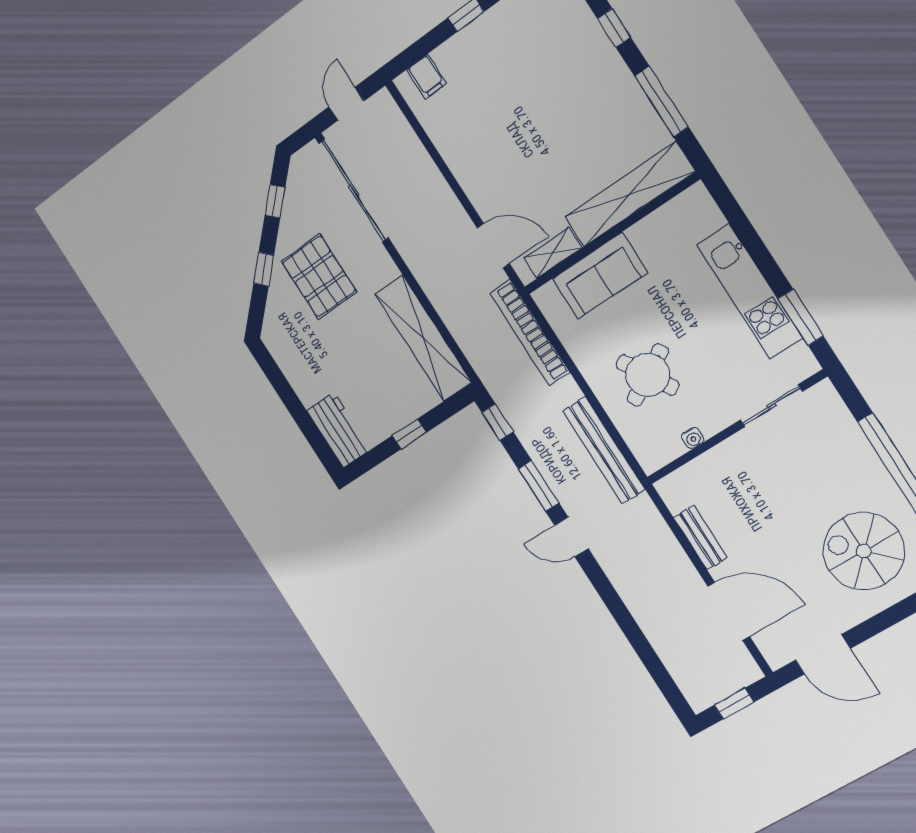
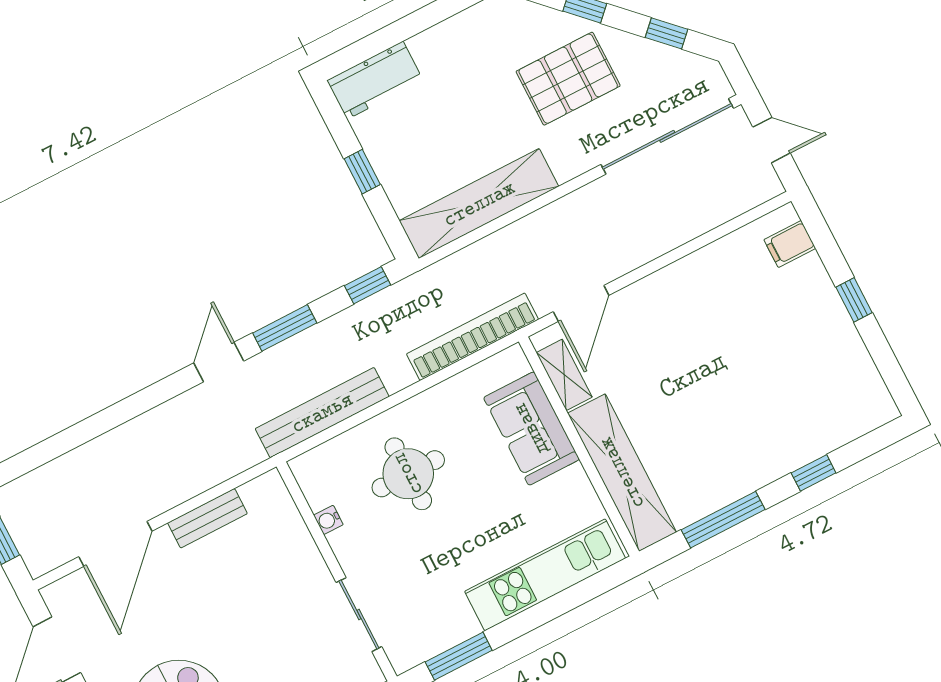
kitchen unit: (750, 291) -> (545, 575), moved
round table: (648, 375) -> (408, 474), turned 30

